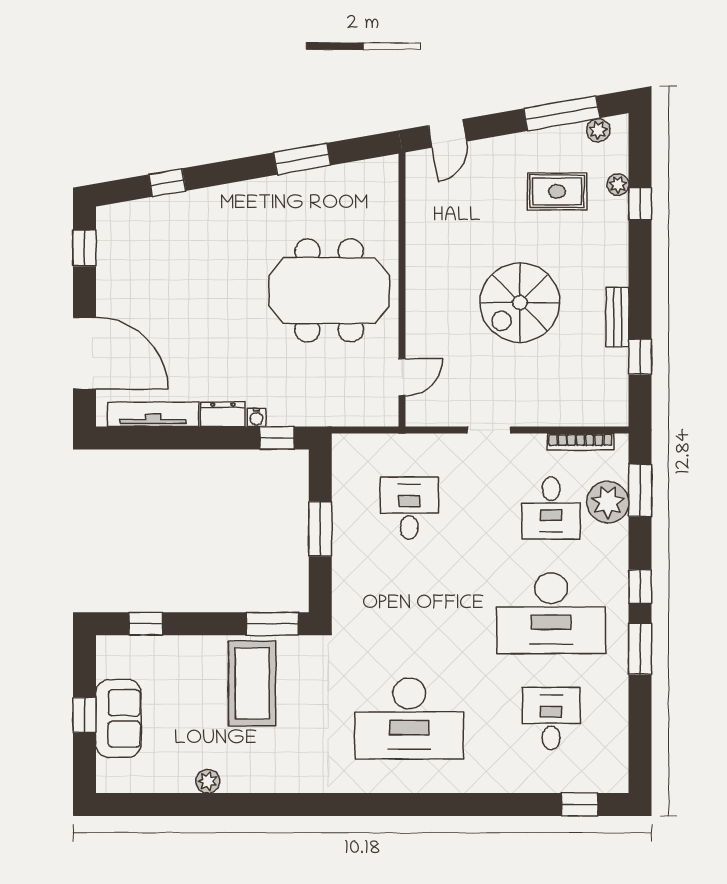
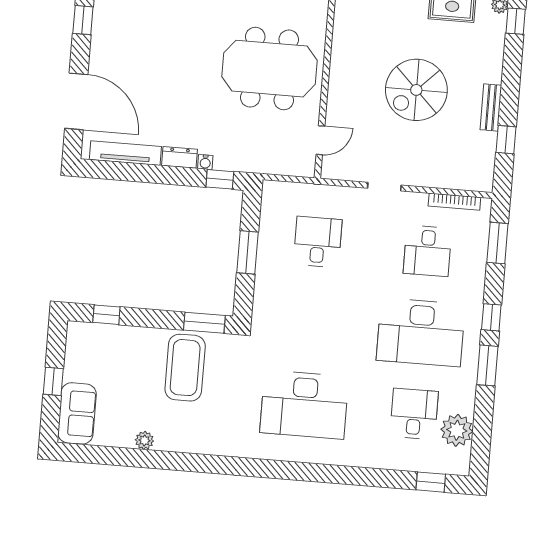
plant: (608, 502) -> (457, 430), moved
sofa: (118, 718) -> (77, 413), moved

